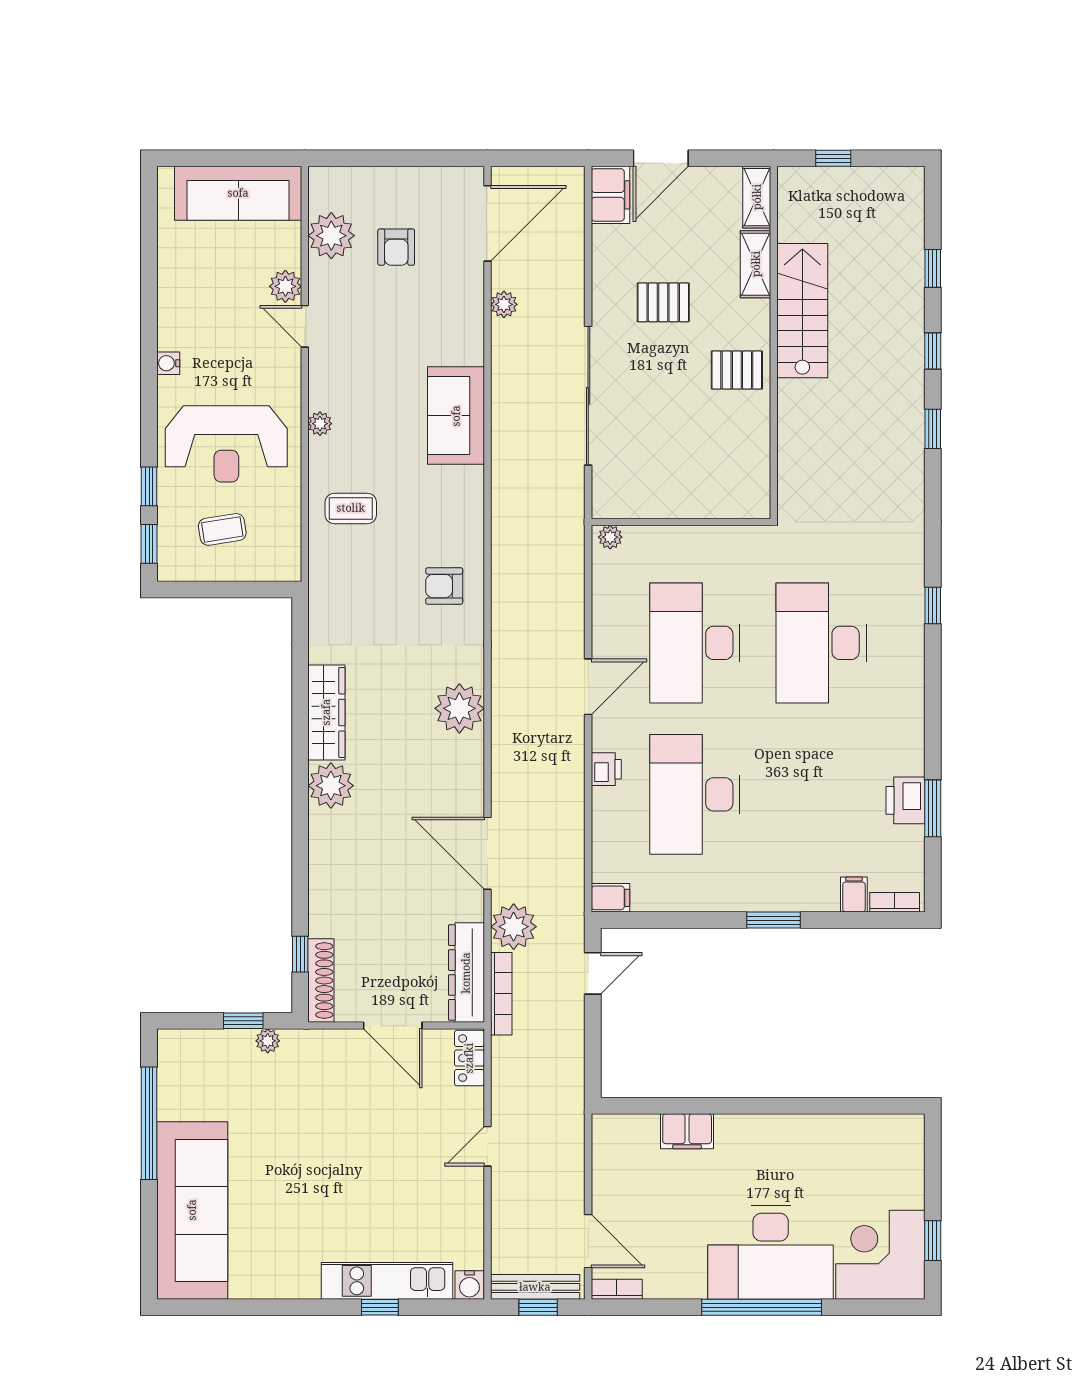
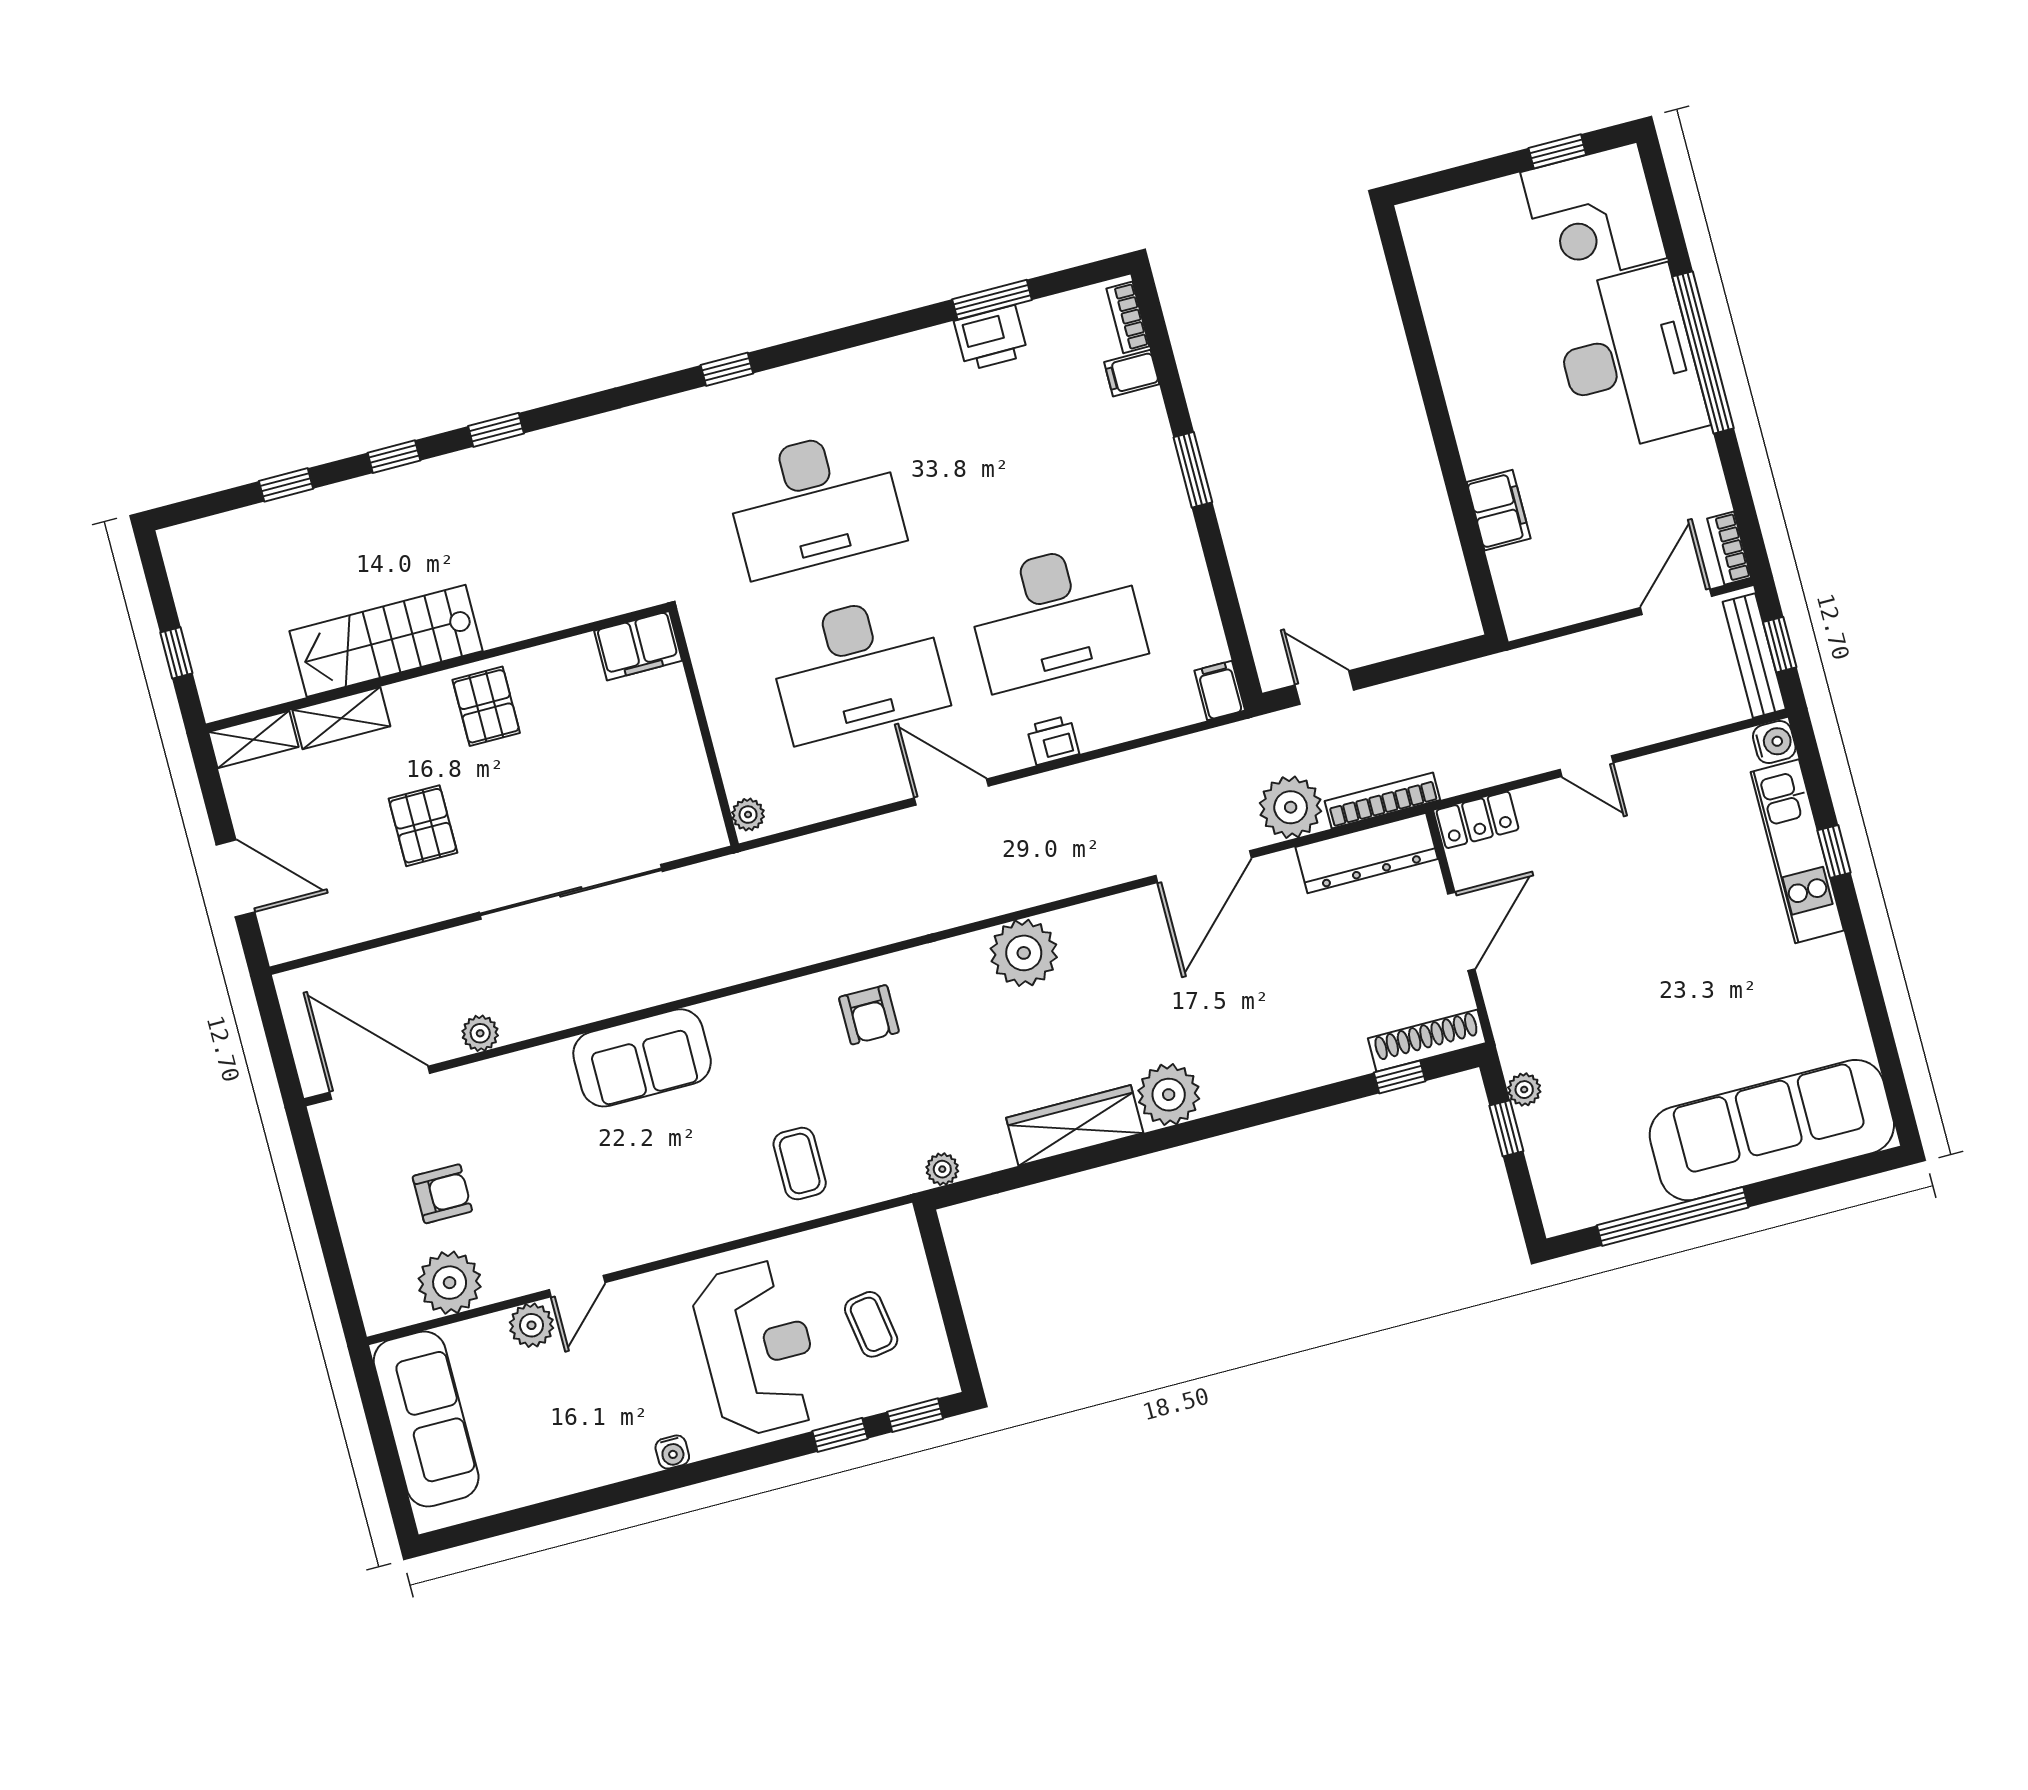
filing cabinet: (610, 195) -> (638, 646), moved, turned 180
plant: (320, 424) -> (942, 1169), moved

